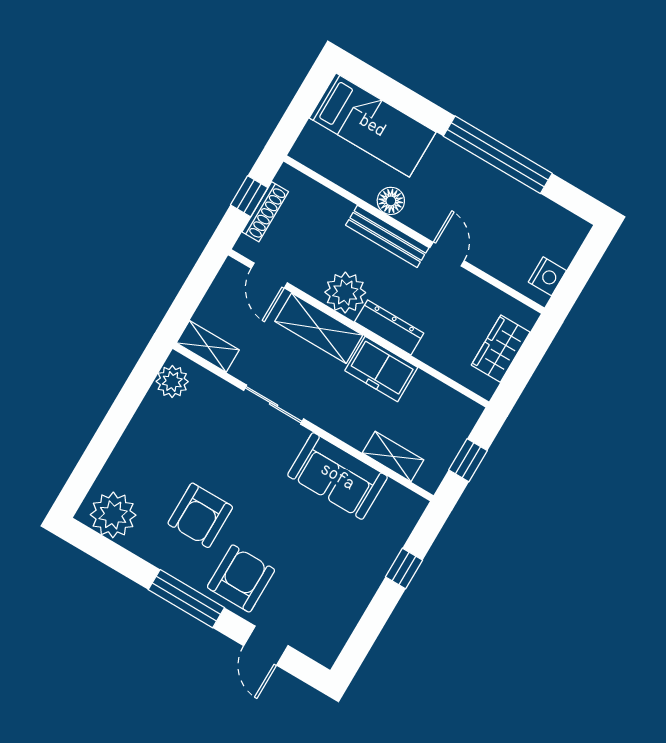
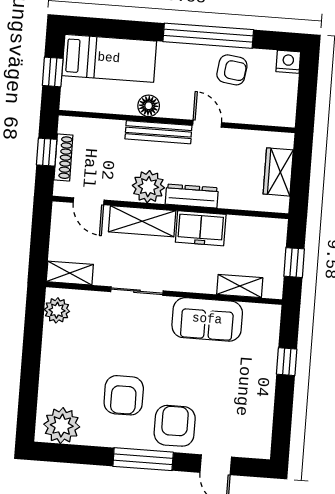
window: (301, 109) -> (53, 72), added
armchair: (505, 207) -> (232, 70), added
nightstand: (547, 276) -> (288, 62), moved, turned -90

